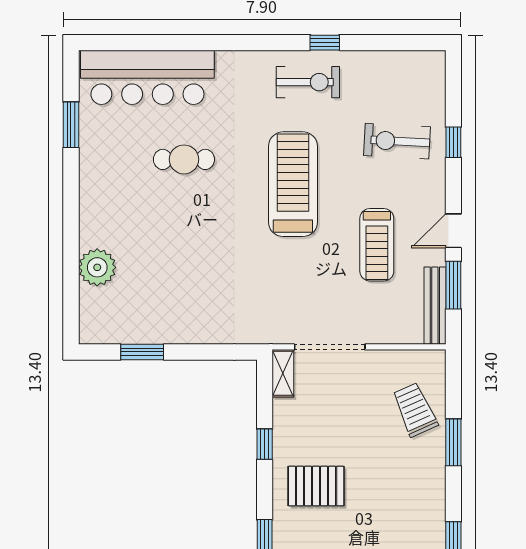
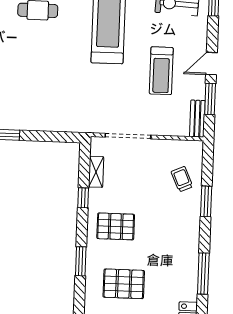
bench: (435, 306) -> (197, 119), width x0.73
shelving: (283, 373) -> (96, 172), moved
trolley: (415, 410) -> (182, 179), width x0.73, depth x0.72

